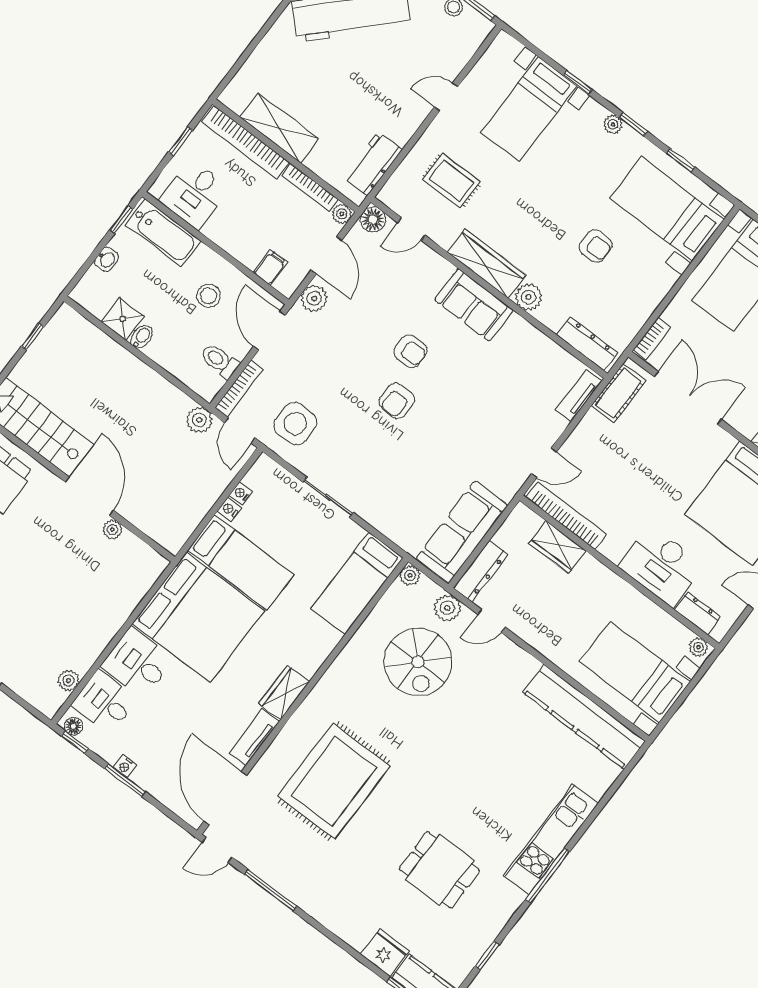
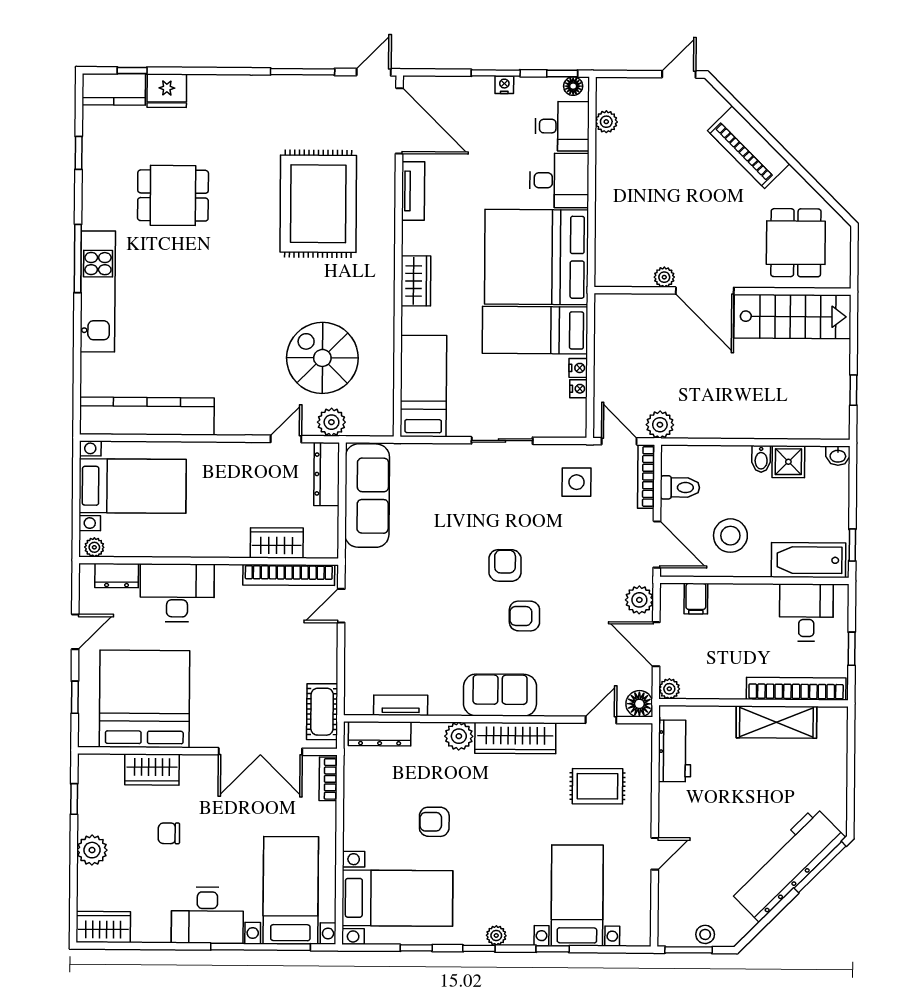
bookcase: (310, 187) -> (713, 691), removed
washbasin: (106, 259) -> (838, 456), moved, turned -90
stool: (209, 296) -> (730, 536), width x1.38, depth x1.38
tv unit: (579, 396) -> (401, 705), moved, turned -90
side table: (295, 424) -> (576, 482), width x0.73, depth x0.73
plant: (410, 576) -> (383, 426), removed
wardrobe: (284, 692) -> (416, 281), moved

